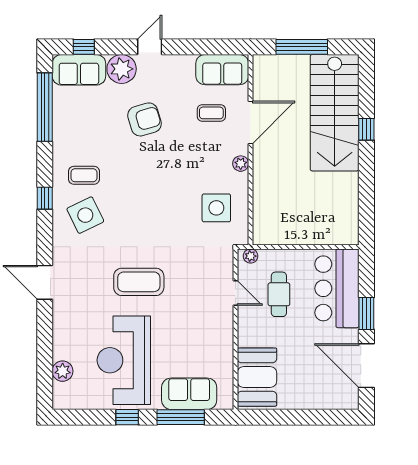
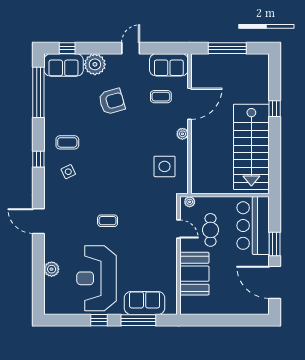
door: (150, 47) -> (131, 48), moved
stairs: (335, 113) -> (251, 147), moved
side table: (85, 215) -> (68, 172), width x0.54, depth x0.54
coffee table: (139, 282) -> (108, 221), width x0.54, depth x0.58
plant: (63, 371) -> (52, 269), moved
booth: (257, 377) -> (194, 274), moved

